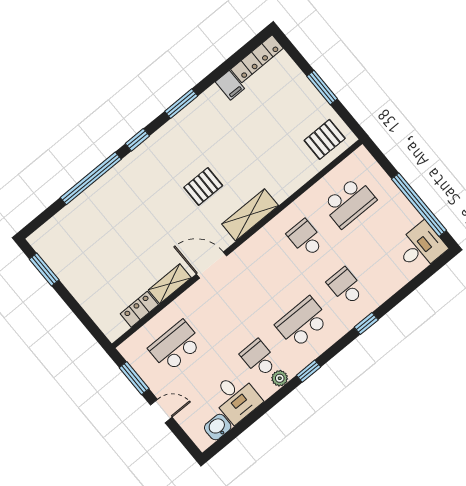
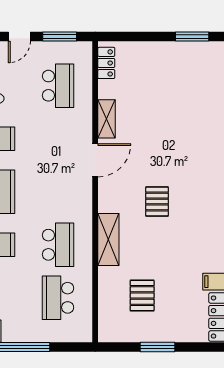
pallet: (325, 139) -> (142, 296), moved
shelving: (250, 215) -> (108, 240), moved
school desk: (306, 238) -> (58, 245), width x1.85
locker: (139, 309) -> (106, 63), moved

